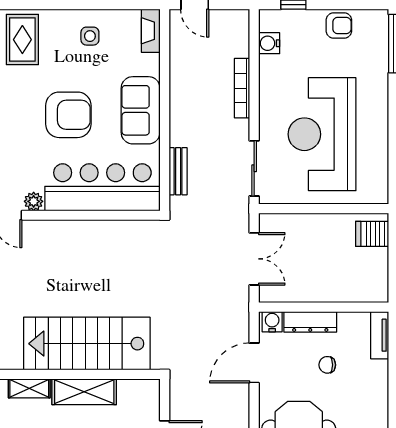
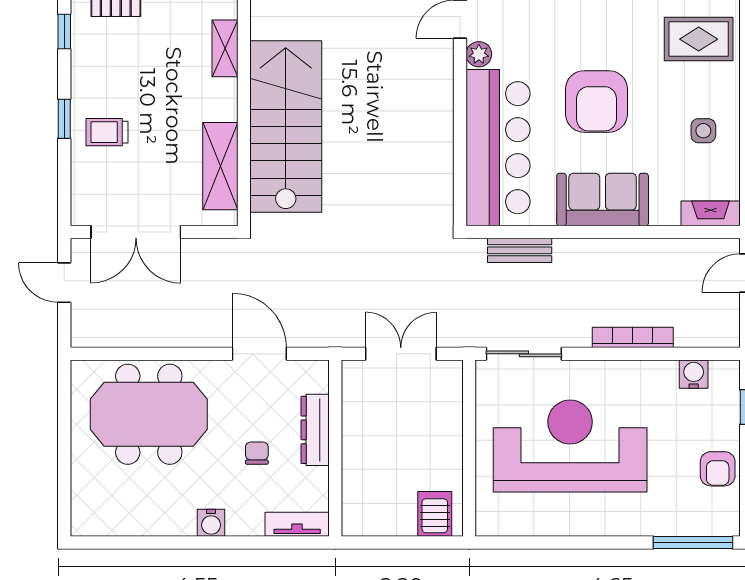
double door: (254, 259) -> (401, 354), swing flipped
water cooler: (272, 322) -> (211, 523), moved, turned 90
shelving: (84, 392) -> (220, 166), moved

